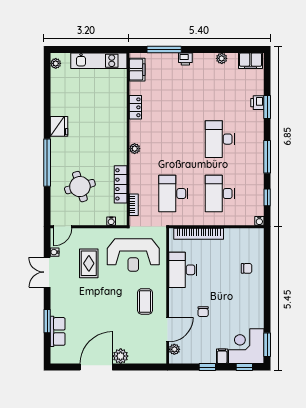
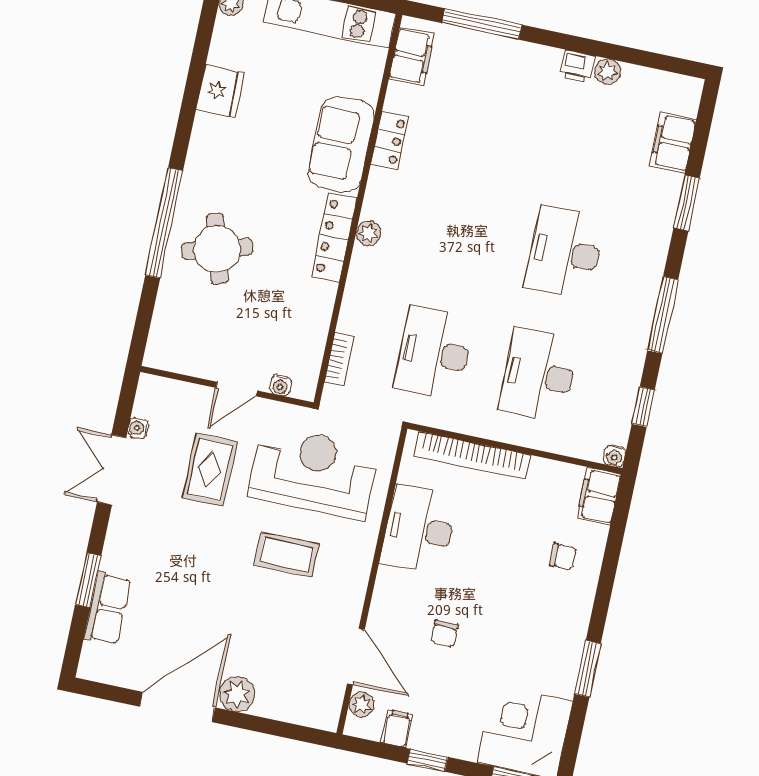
printer: (185, 59) -> (577, 66), moved
filing cabinet: (250, 61) -> (673, 143), moved, turned 90
printer: (257, 103) -> (667, 188), removed
sofa: (115, 113) -> (341, 144), added
fridge: (59, 126) -> (220, 91), moved
locker: (121, 184) -> (334, 237), moved
round table: (80, 187) -> (217, 249), moved
door: (63, 227) -> (237, 389), moved
filing cabinet: (256, 239) -> (599, 496), added
reception desk: (133, 255) -> (314, 472), turned 180
coffee table: (145, 301) -> (287, 555), moved, turned 90
door: (168, 330) -> (356, 657), hinge flipped
window: (267, 345) -> (588, 669), moved
filing cabinet: (222, 356) -> (397, 728), moved

